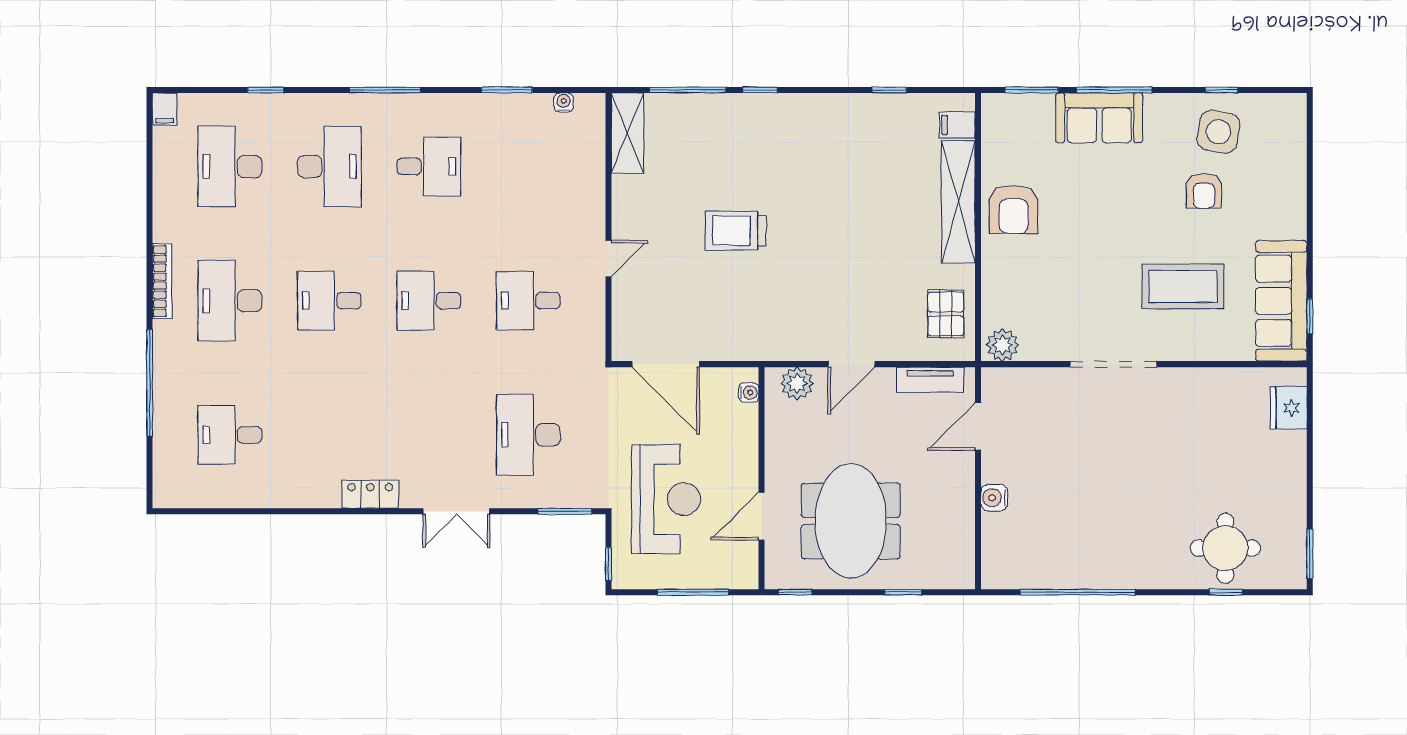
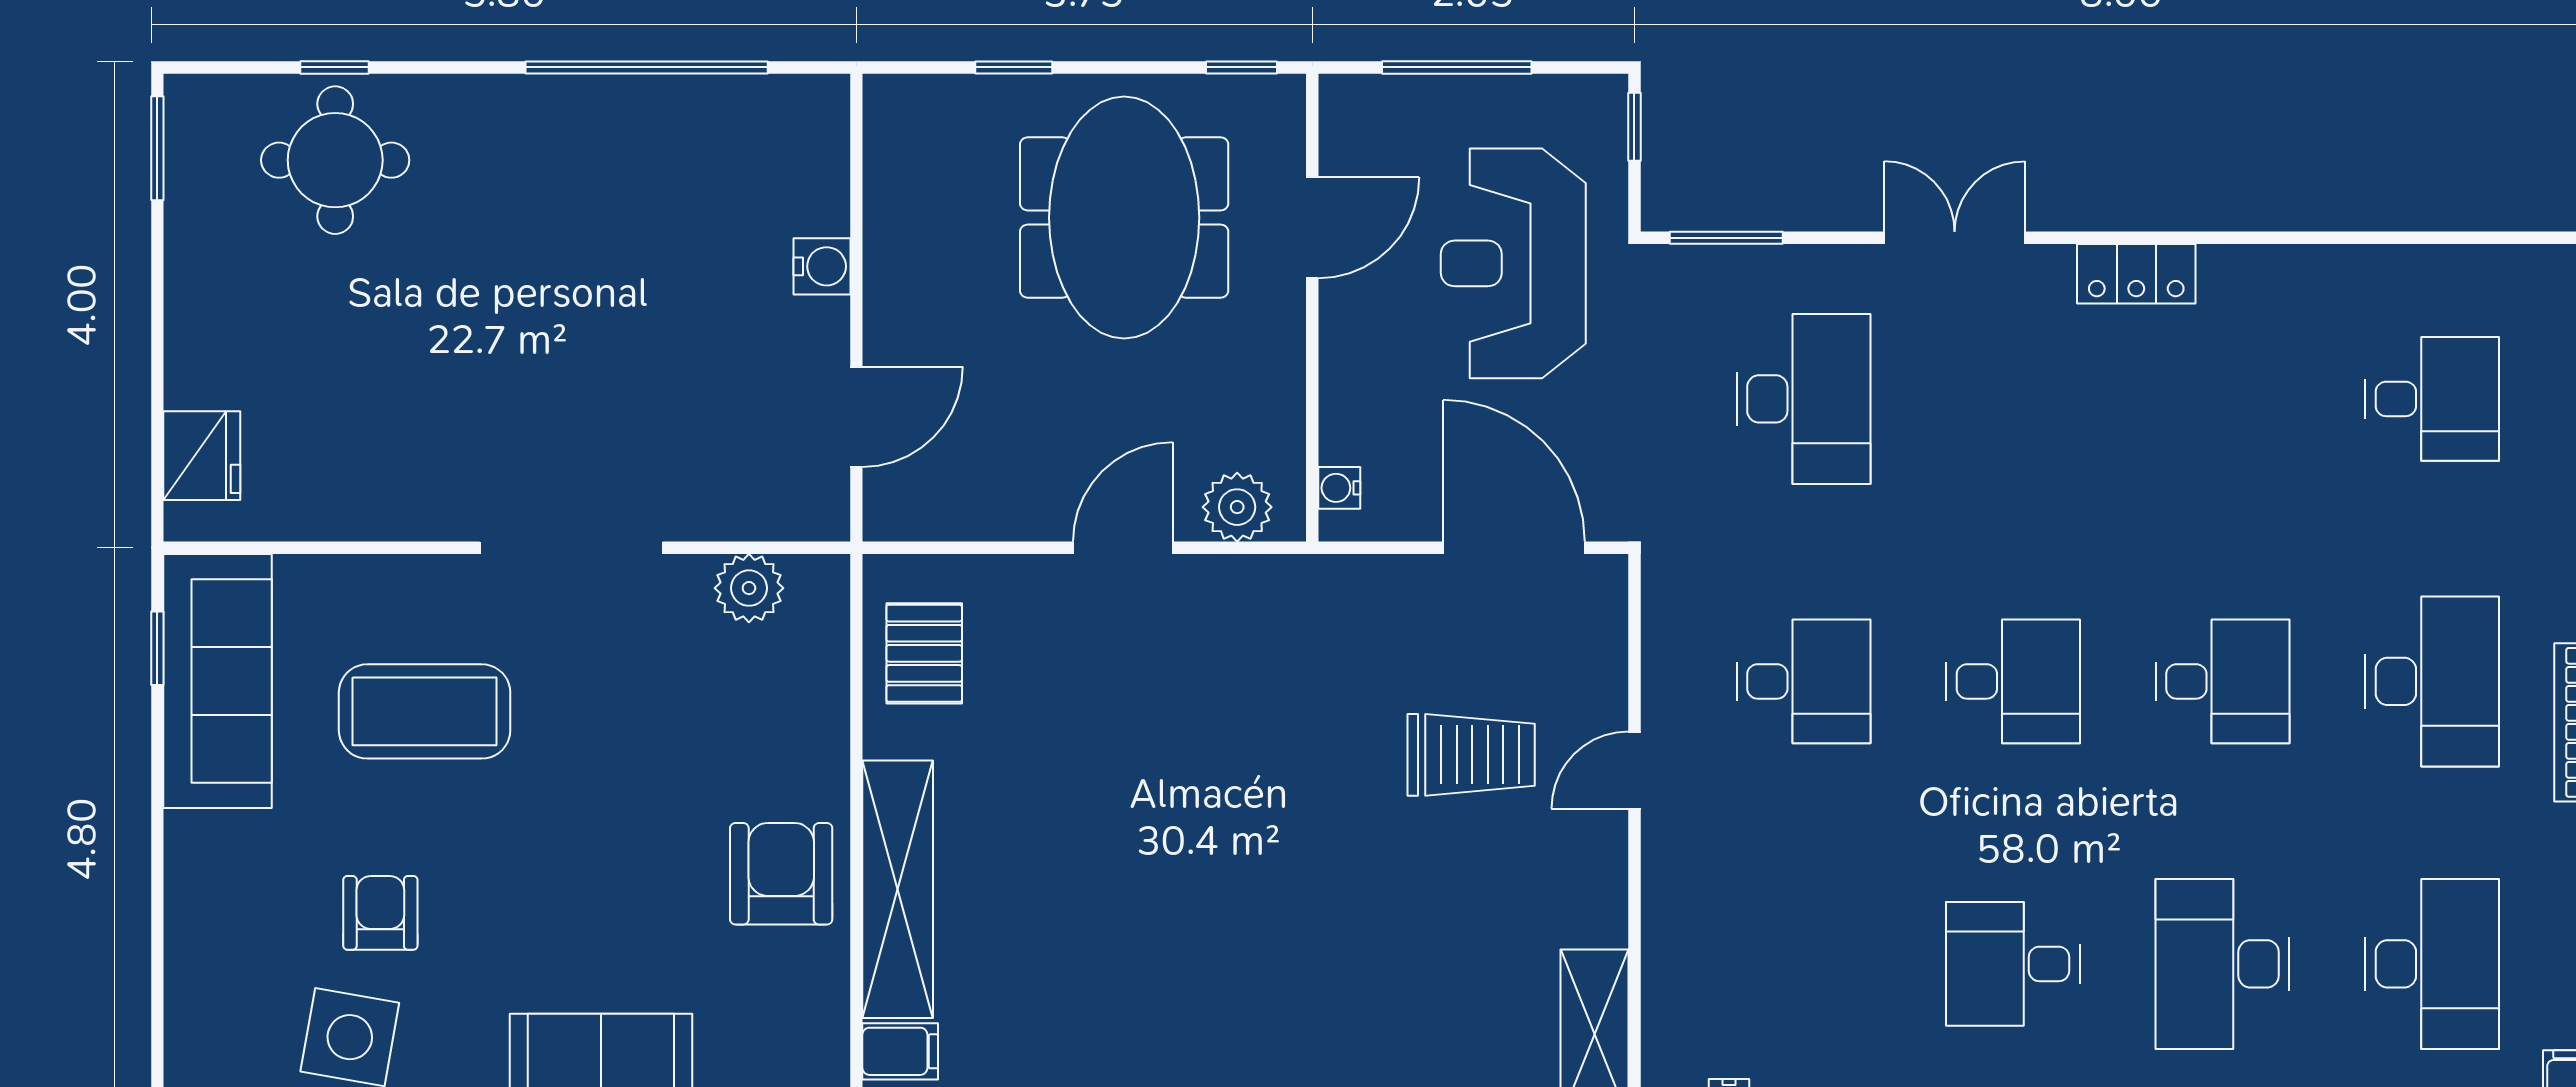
trolley: (736, 231) -> (1471, 755), moved
plant: (1003, 345) -> (749, 588), moved
tv unit: (930, 380) -> (957, 515), removed

